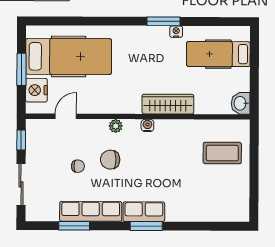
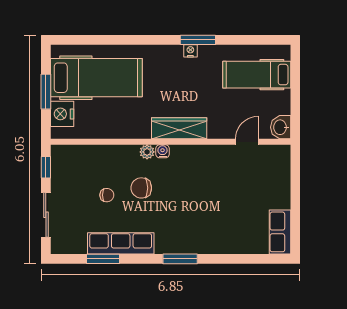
nightstand: (176, 32) -> (190, 51), moved
wardrobe: (168, 104) -> (179, 128), moved
door: (66, 116) -> (247, 142), moved
water cooler: (147, 125) -> (163, 151), moved
coffee table: (222, 153) -> (261, 180), removed
row of seats: (144, 212) -> (280, 232), moved, turned -90

